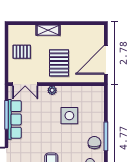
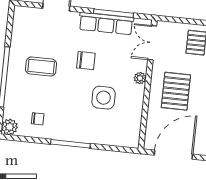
door: (106, 60) -> (173, 155), hinge flipped
pallet: (59, 63) -> (176, 91), turned 90
chair: (94, 143) -> (86, 61), moved

